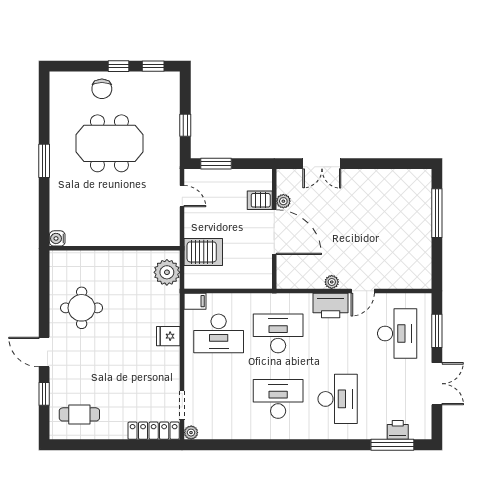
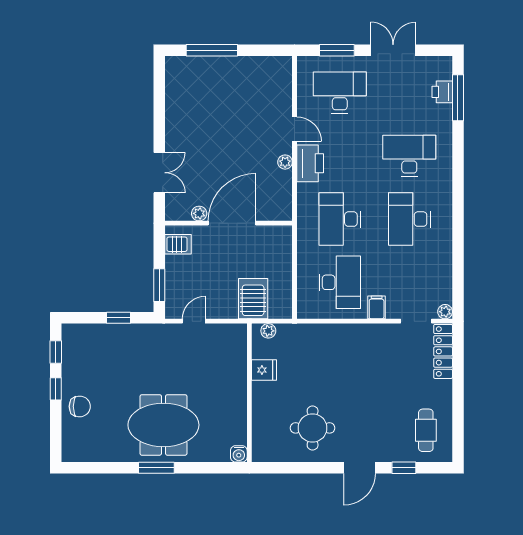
meeting table: (109, 143) -> (163, 425), moved, turned 90
server rack: (260, 200) -> (178, 244), moved, turned -90
plant: (167, 272) -> (268, 331), width x0.53, depth x0.53
filing cabinet: (195, 301) -> (377, 307), moved
fridge: (168, 336) -> (264, 370), moved, turned -90

